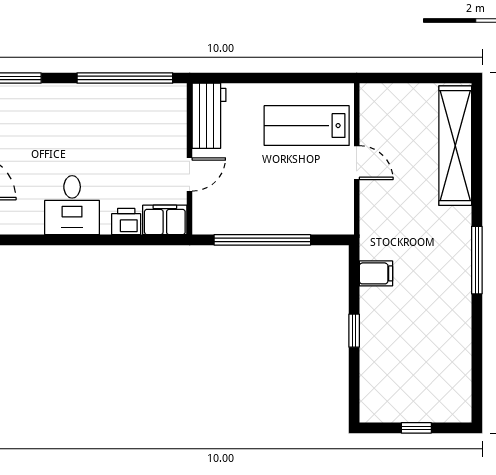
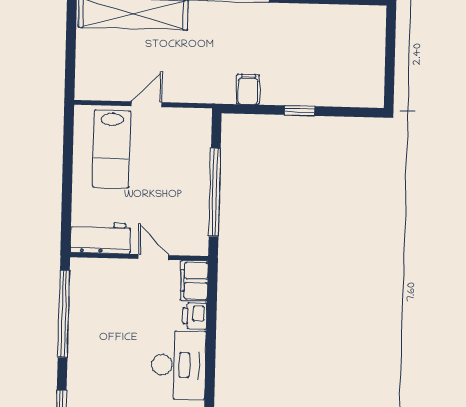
desk: (72, 205) -> (178, 365), width x1.37
window: (416, 428) -> (390, 56), removed

